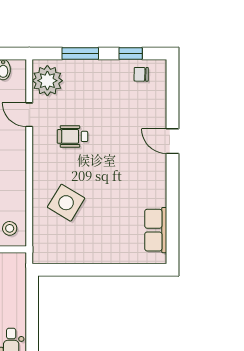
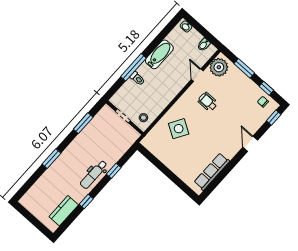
window: (172, 82) -> (274, 118), added
row of seats: (156, 230) -> (212, 172), width x1.48
window: (32, 328) -> (114, 171), added

